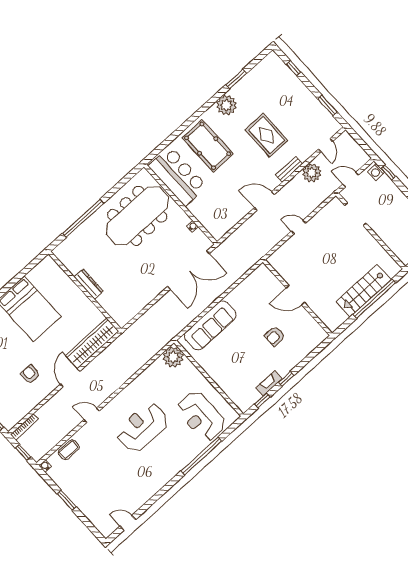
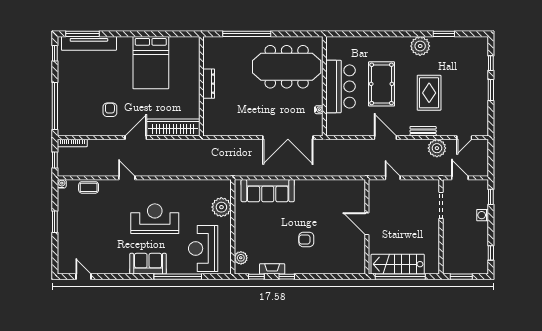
window: (327, 105) -> (491, 90), moved
pool table: (208, 146) -> (382, 84), moved
washing machine: (376, 172) -> (483, 215), moved
bar counter: (178, 176) -> (340, 86), moved
door: (295, 295) -> (367, 224), moved
wall: (297, 298) -> (367, 227), moved
plant: (173, 357) -> (221, 207), moved
plant: (237, 397) -> (241, 258), added
sofa: (169, 467) -> (148, 264), added

